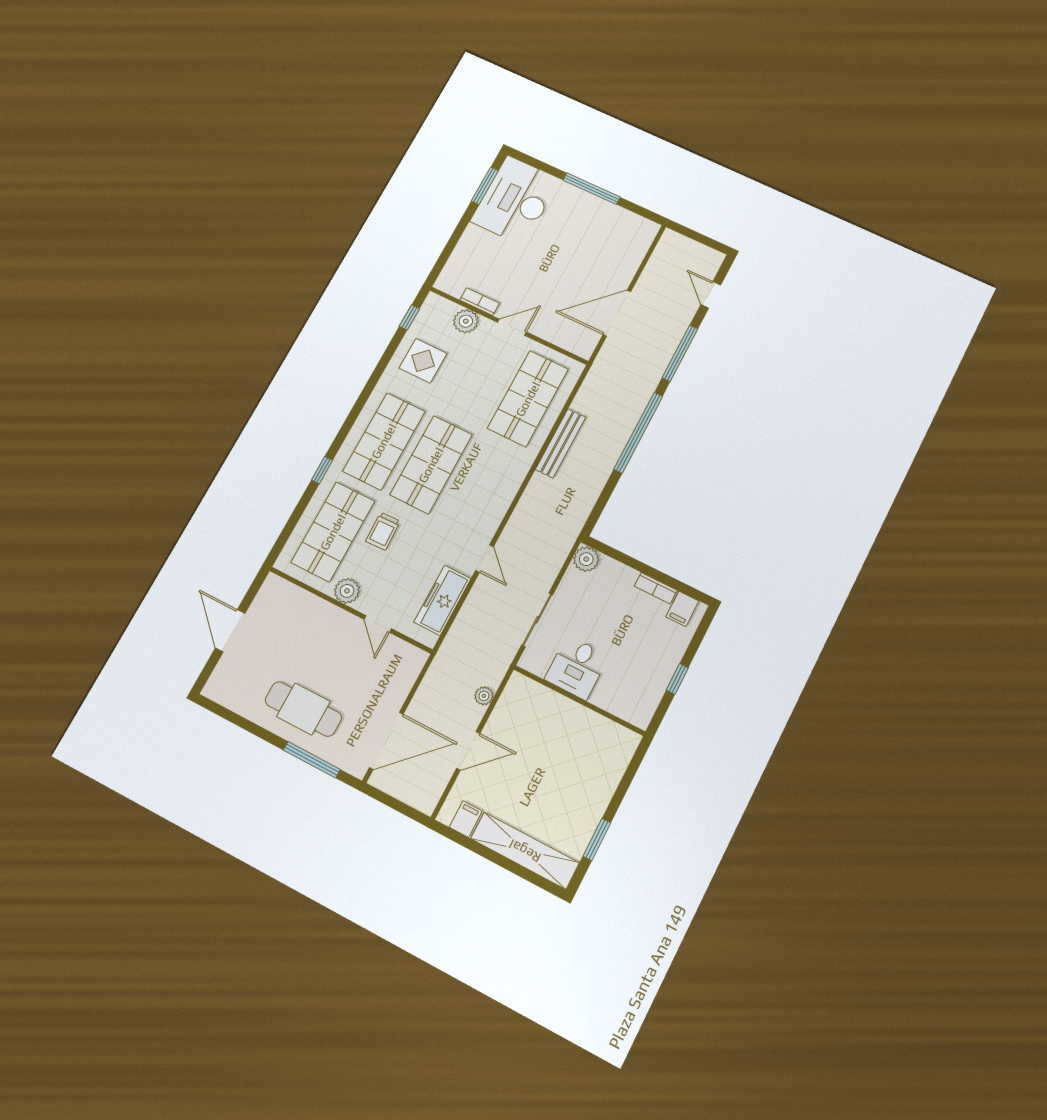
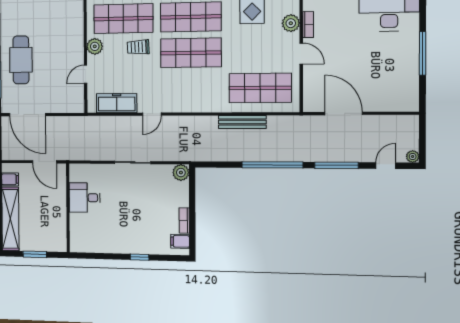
desk: (577, 667) -> (85, 198), moved
plant: (484, 696) -> (413, 157), moved
wall: (579, 700) -> (68, 208), moved

